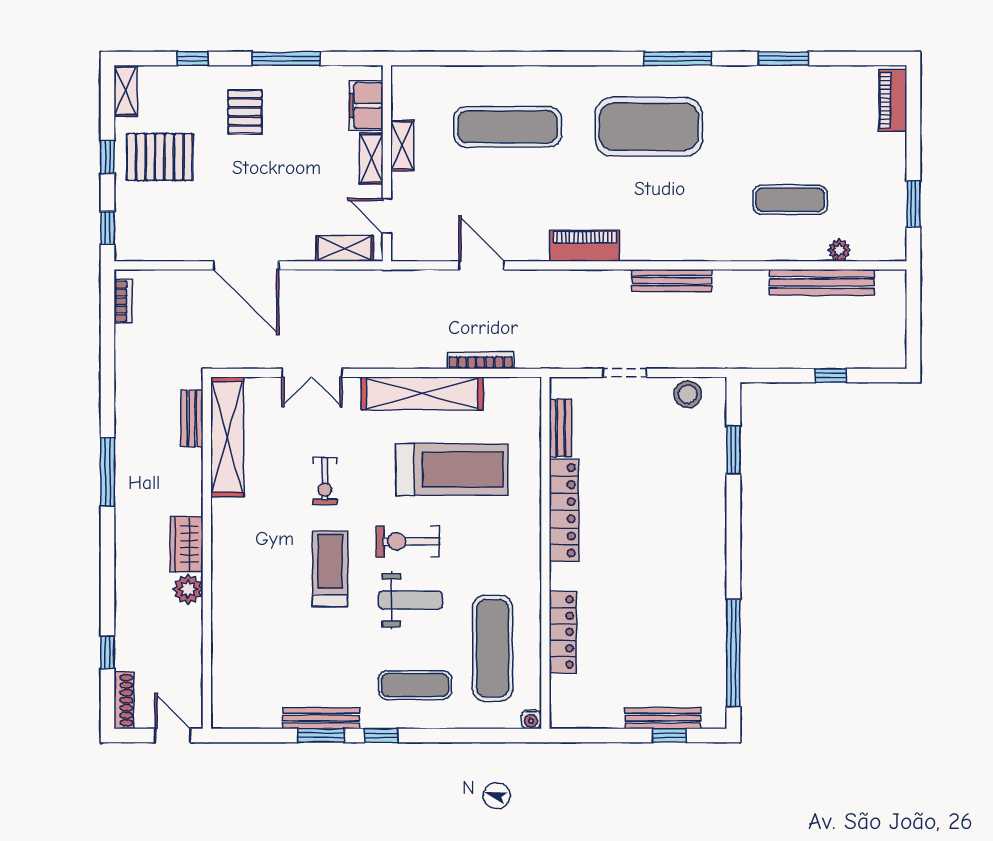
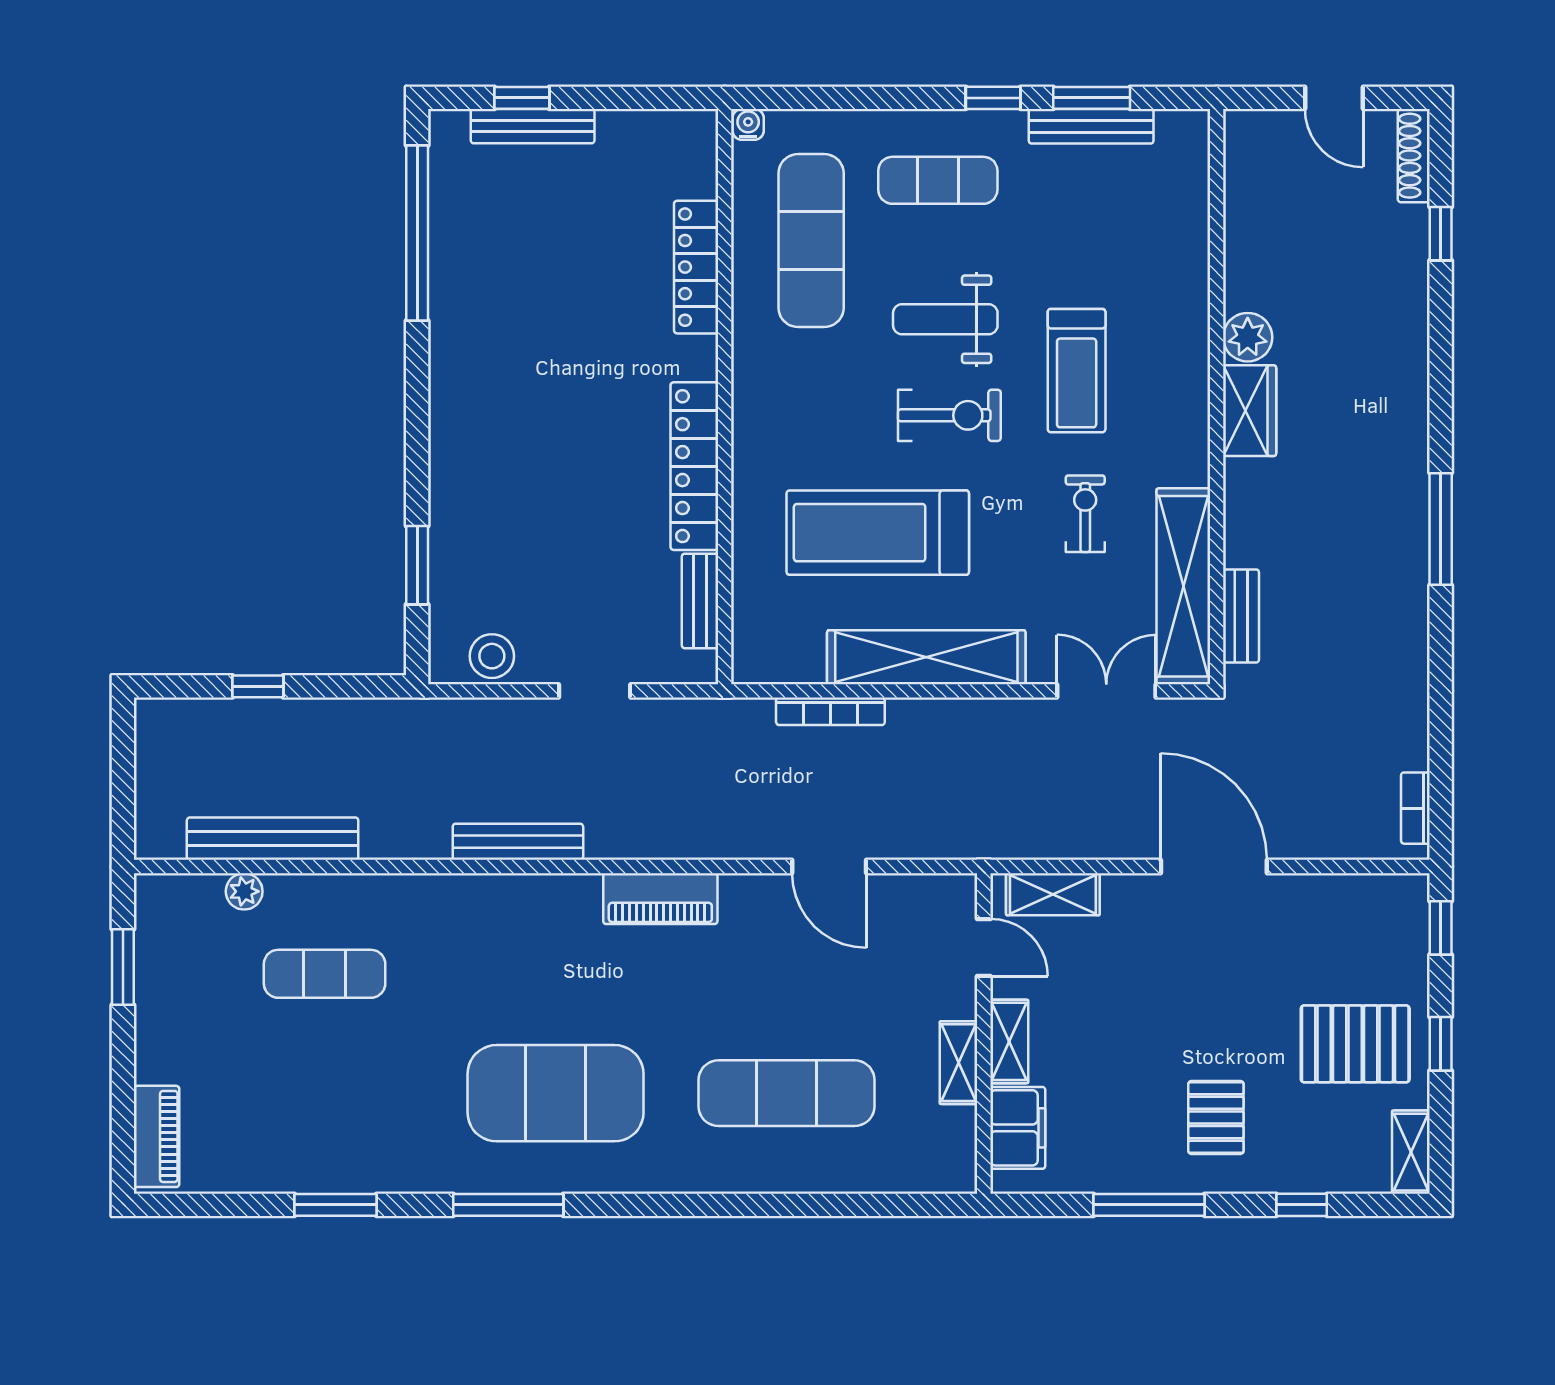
bench: (192, 419) -> (1241, 616), moved
shelving: (227, 437) -> (1183, 586), moved
wardrobe: (187, 544) -> (1250, 411), moved
wall: (207, 553) -> (1217, 397), moved
plant: (188, 589) -> (1248, 337), moved

